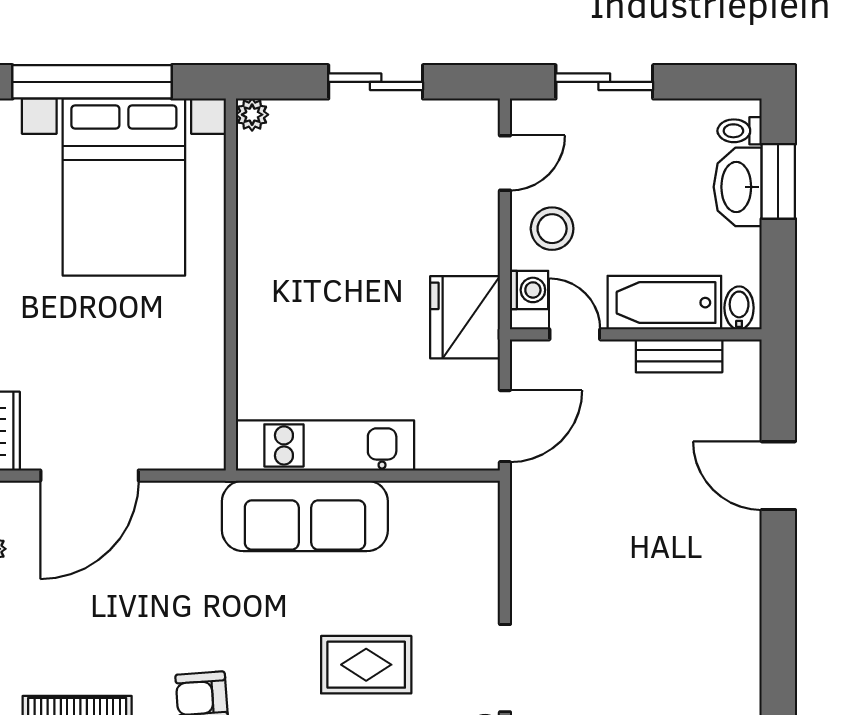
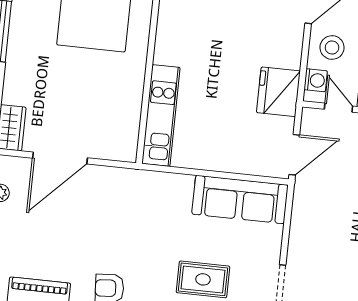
kitchen unit: (325, 445) -> (161, 116), moved, turned 90
sofa: (305, 516) -> (240, 200), moved

